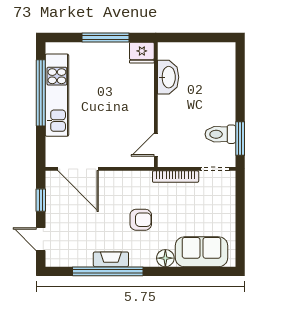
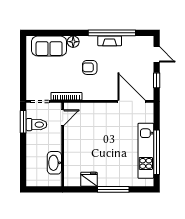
washbasin: (168, 77) -> (54, 163), moved
wall: (156, 105) -> (63, 144), moved
door: (156, 145) -> (63, 118), moved

